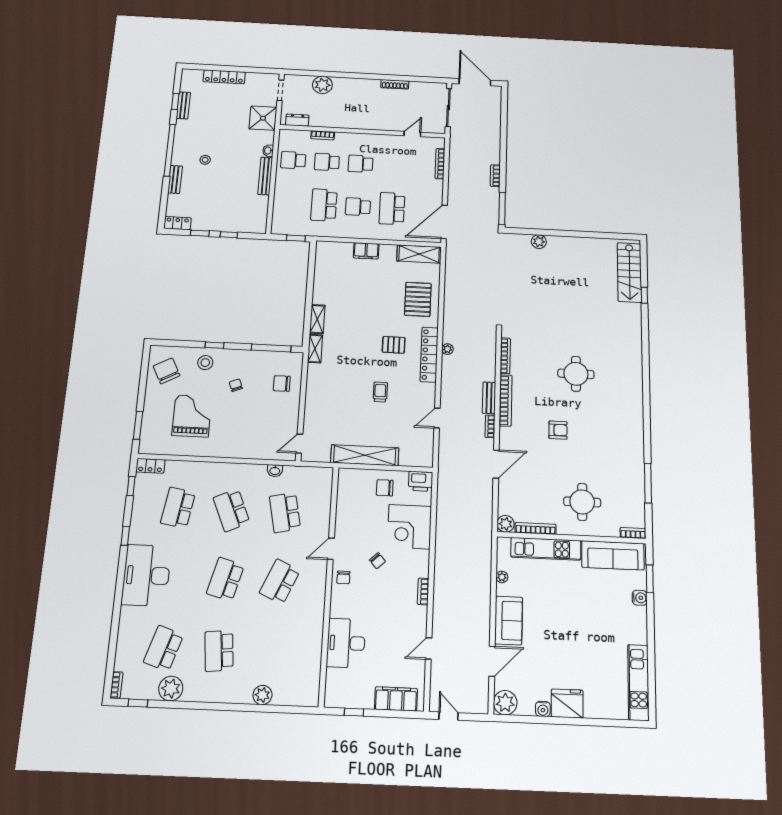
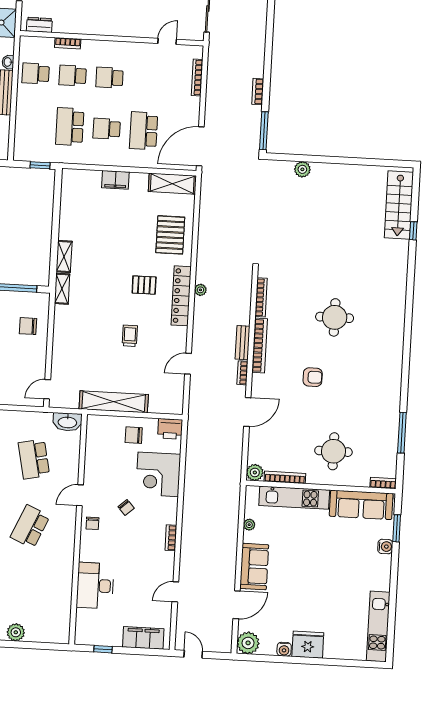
washbasin: (275, 471) -> (67, 422), moved, width x1.91, depth x1.45

